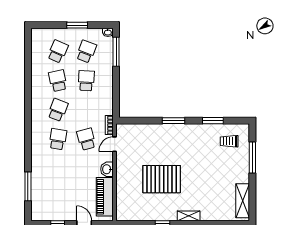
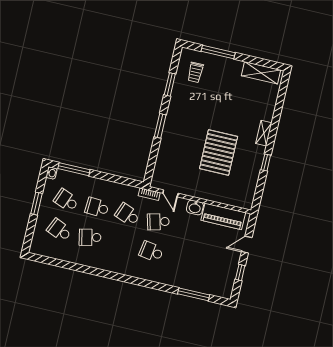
school desk: (58, 110) -> (128, 215), moved

